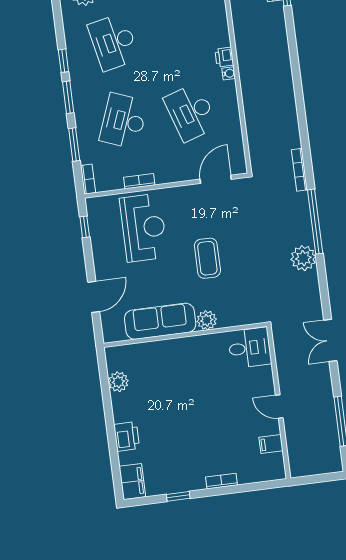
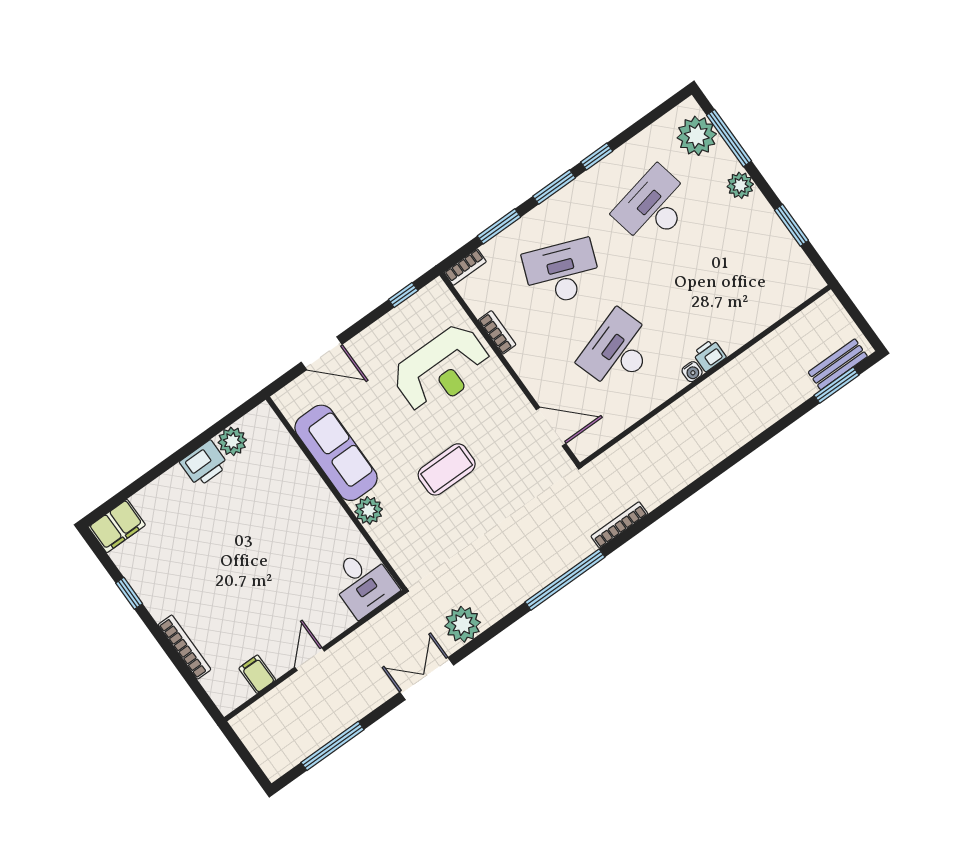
plant: (303, 258) -> (463, 624), moved
printer: (127, 436) -> (204, 464), moved
bookcase: (222, 481) -> (185, 647), width x1.56

